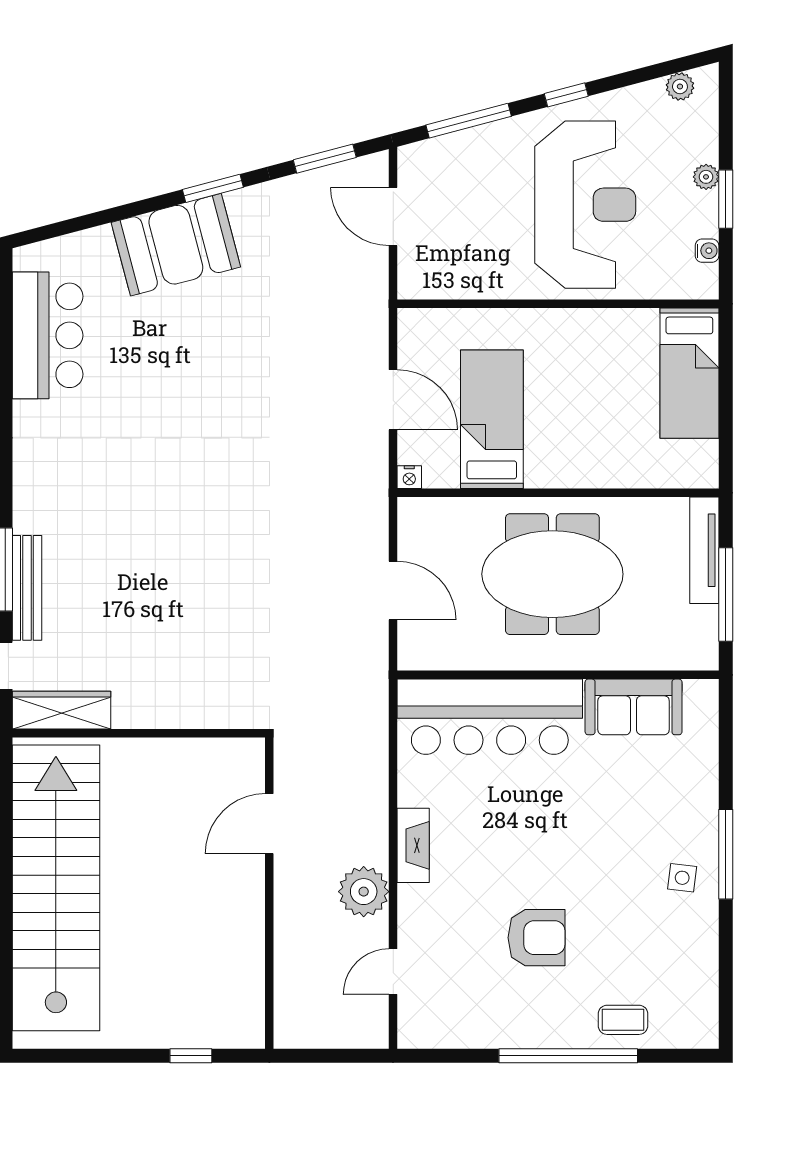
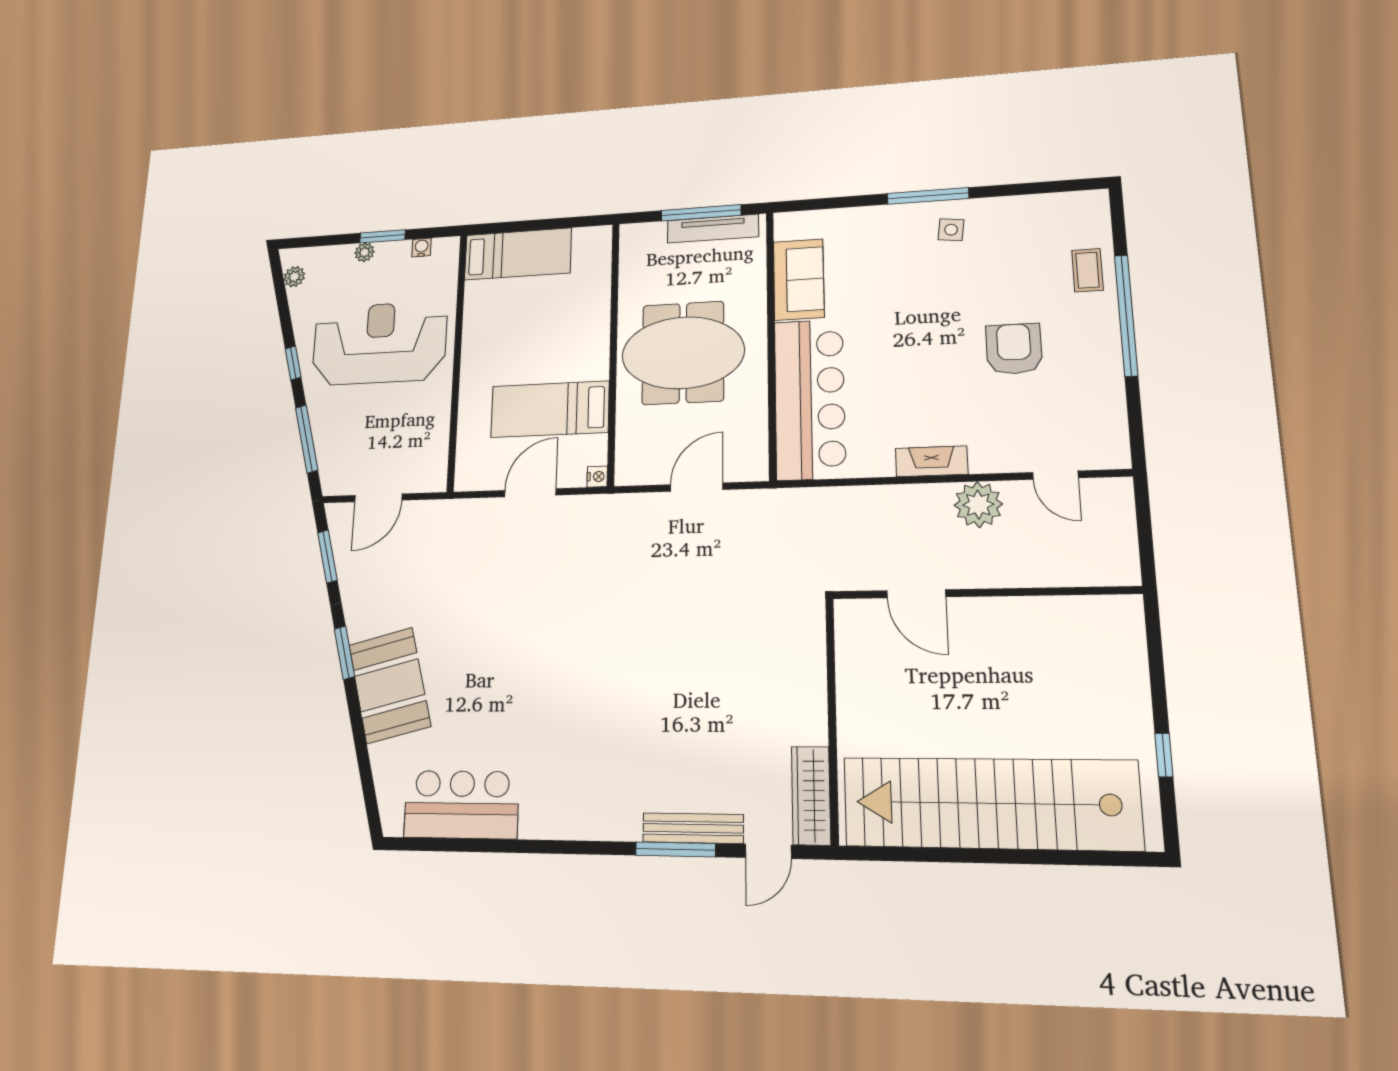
tv unit: (704, 550) -> (713, 229), moved
meeting table: (552, 574) -> (683, 353), turned 90
window: (191, 1056) -> (1164, 755), moved

